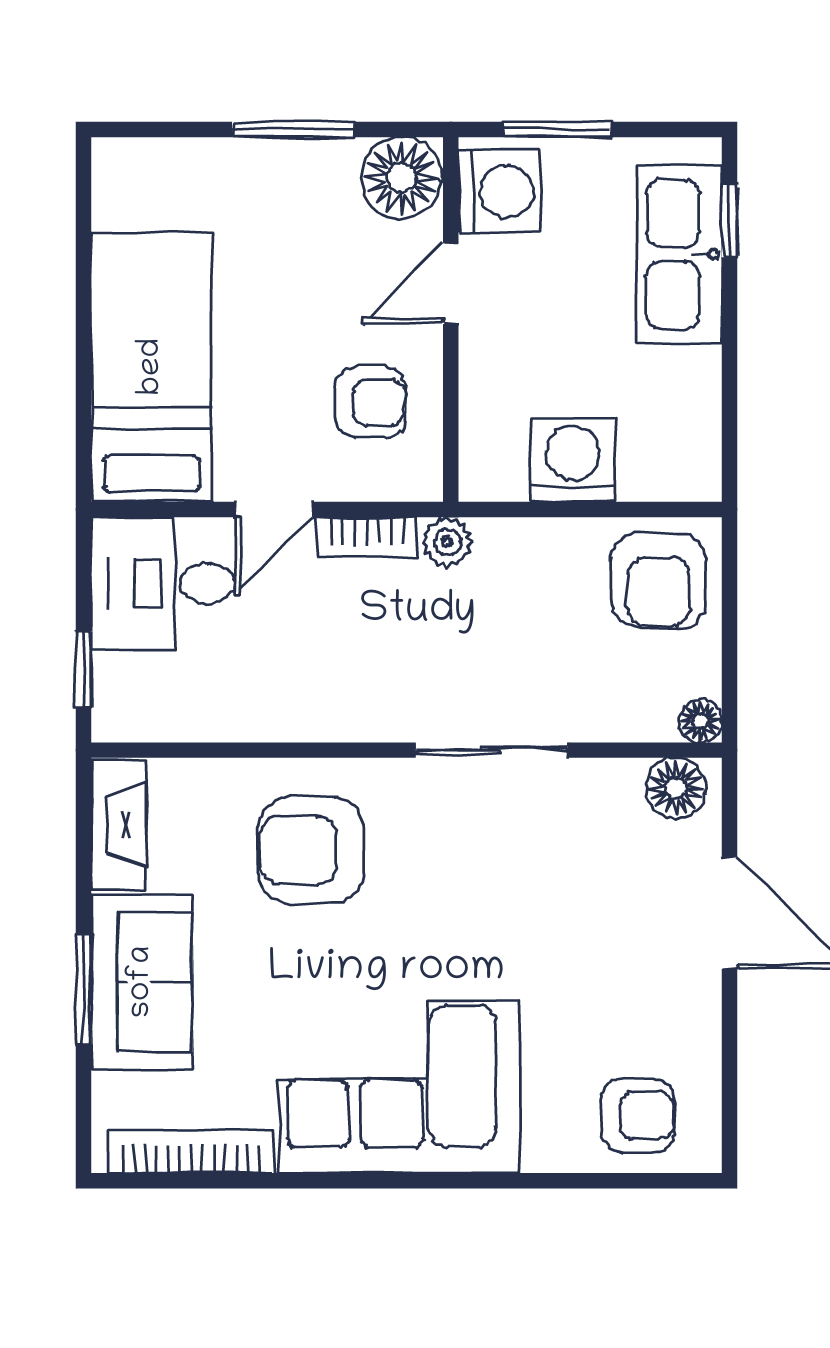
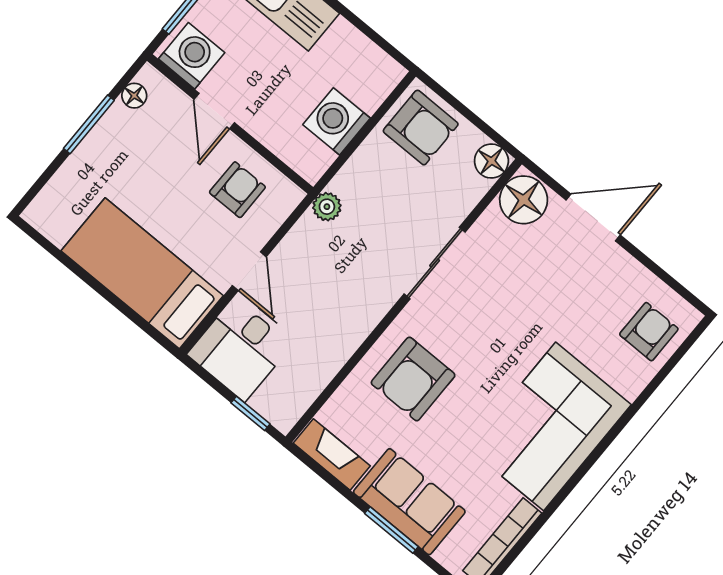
floor lamp: (401, 178) -> (134, 96), width x0.53, depth x0.53
bookcase: (367, 537) -> (295, 240), removed
floor lamp: (700, 721) -> (491, 161), width x1.37, depth x1.37
floor lamp: (676, 788) -> (524, 200), width x1.38, depth x1.38

